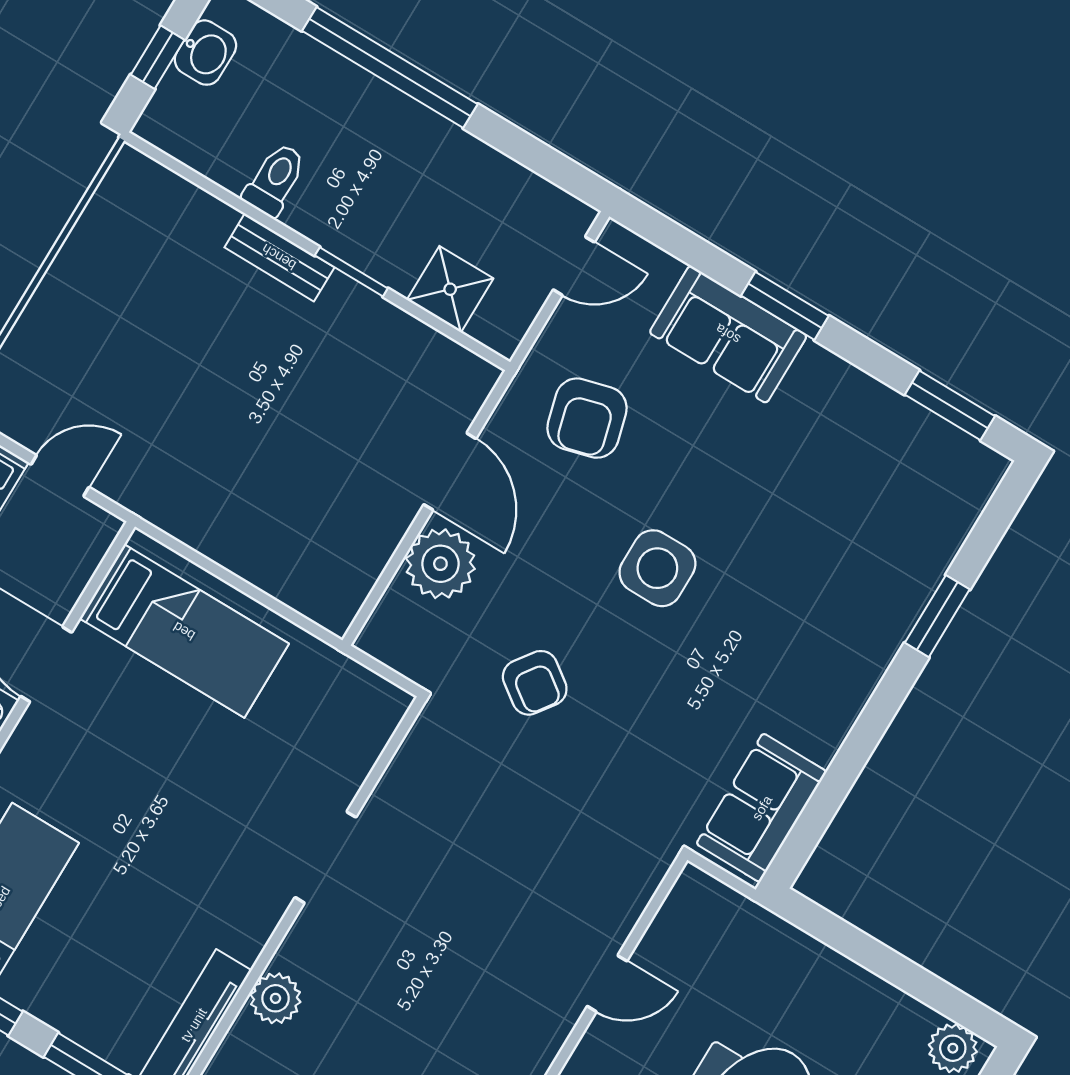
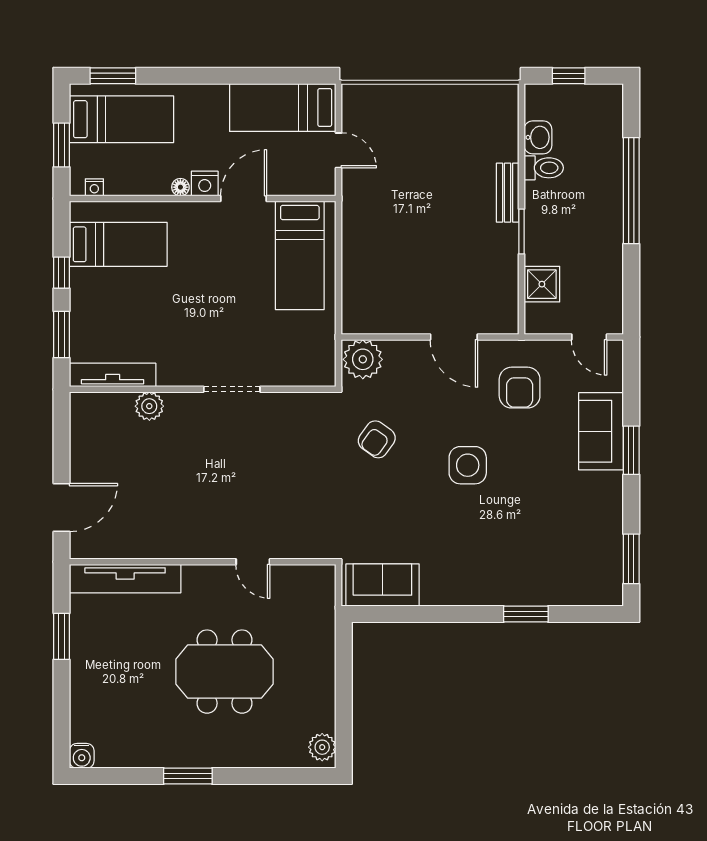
washbasin: (205, 53) -> (538, 137), moved, turned -90
armchair: (587, 418) -> (520, 388), turned -75
door: (450, 472) -> (454, 337), hinge flipped
plant: (440, 564) -> (363, 359), moved

